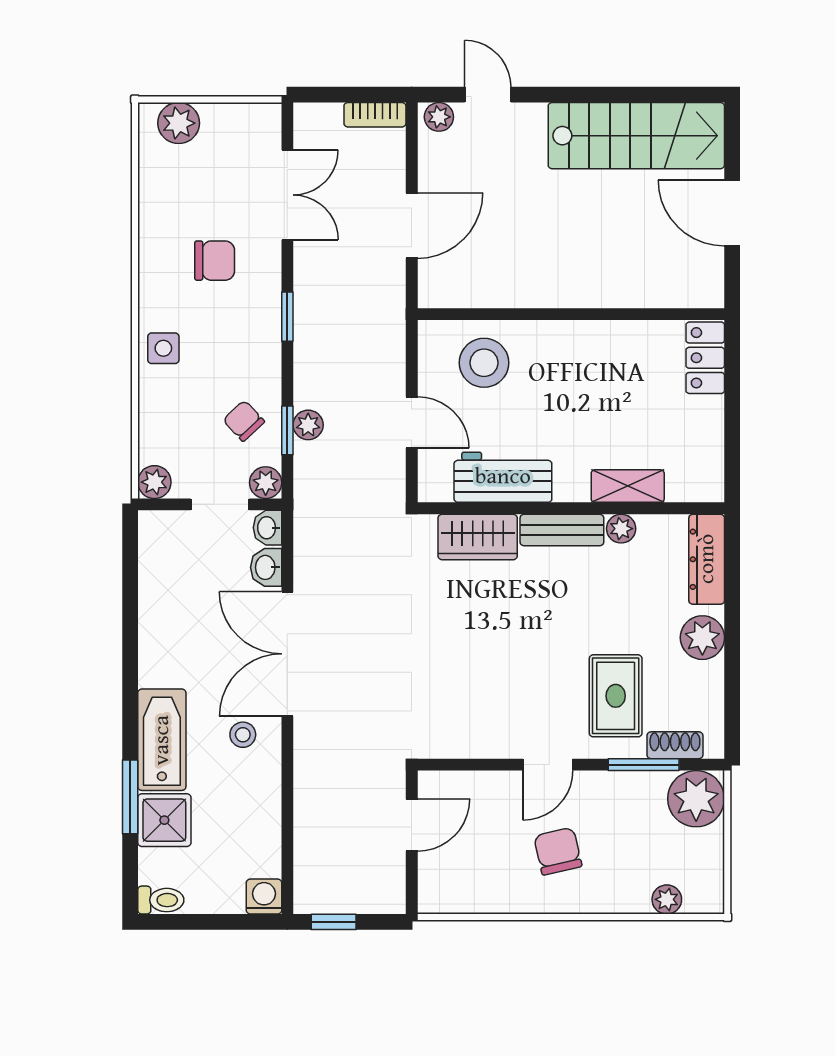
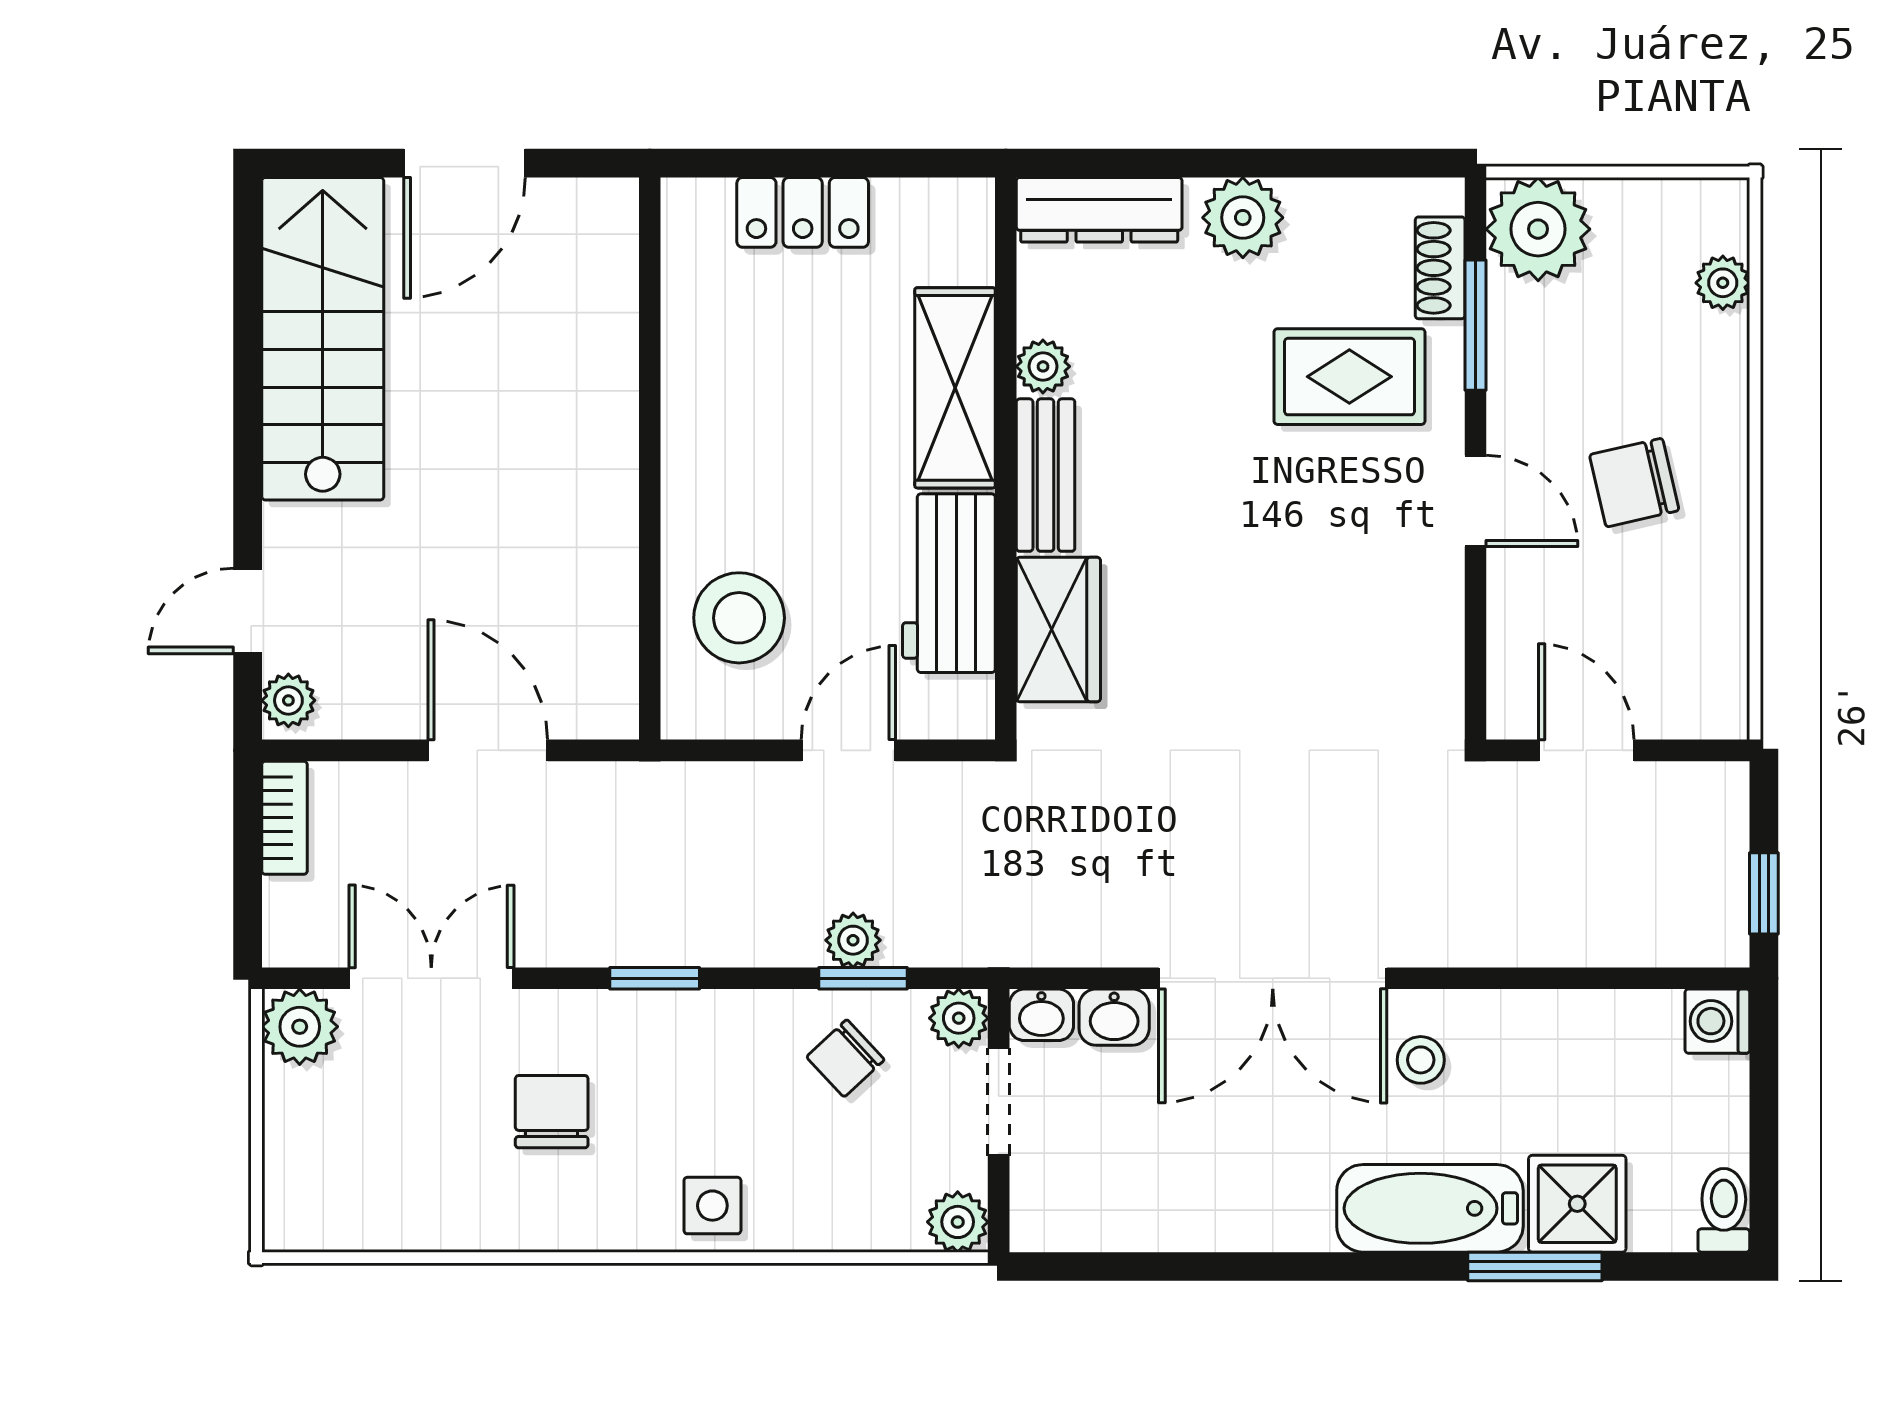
plant: (179, 123) -> (300, 1027), moved
locker: (705, 358) -> (803, 212), moved
shelving: (628, 486) -> (955, 388), width x1.50, depth x1.33

